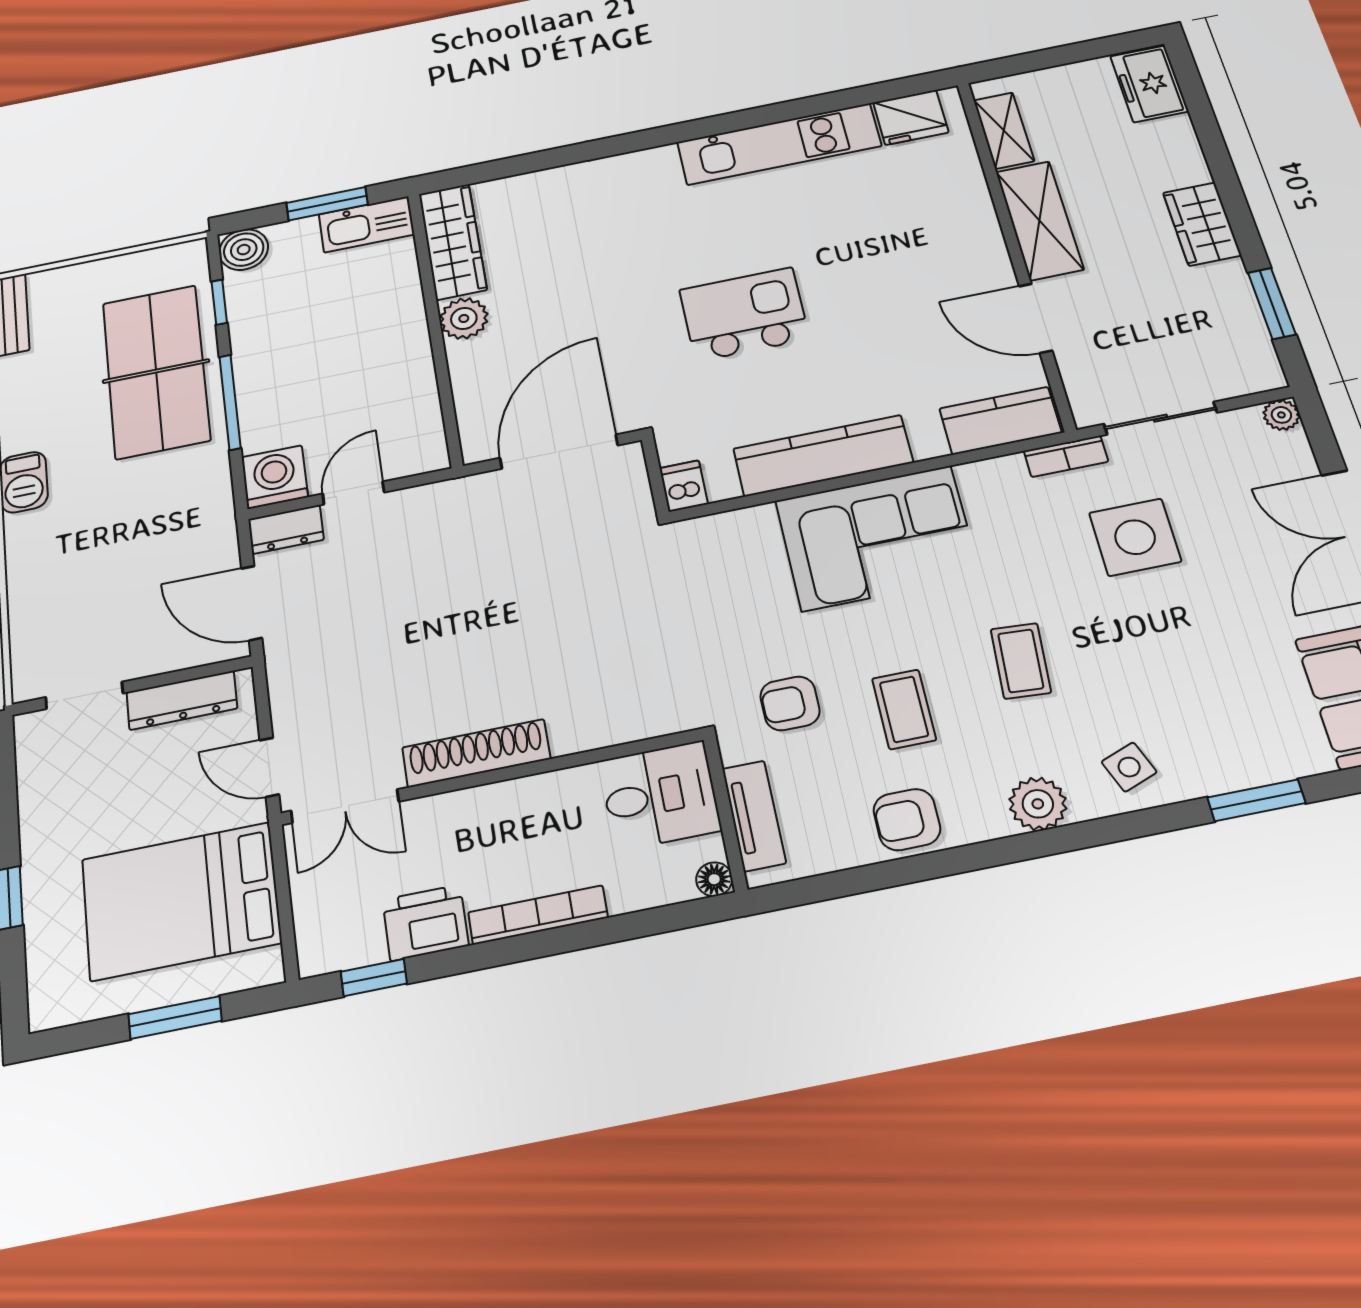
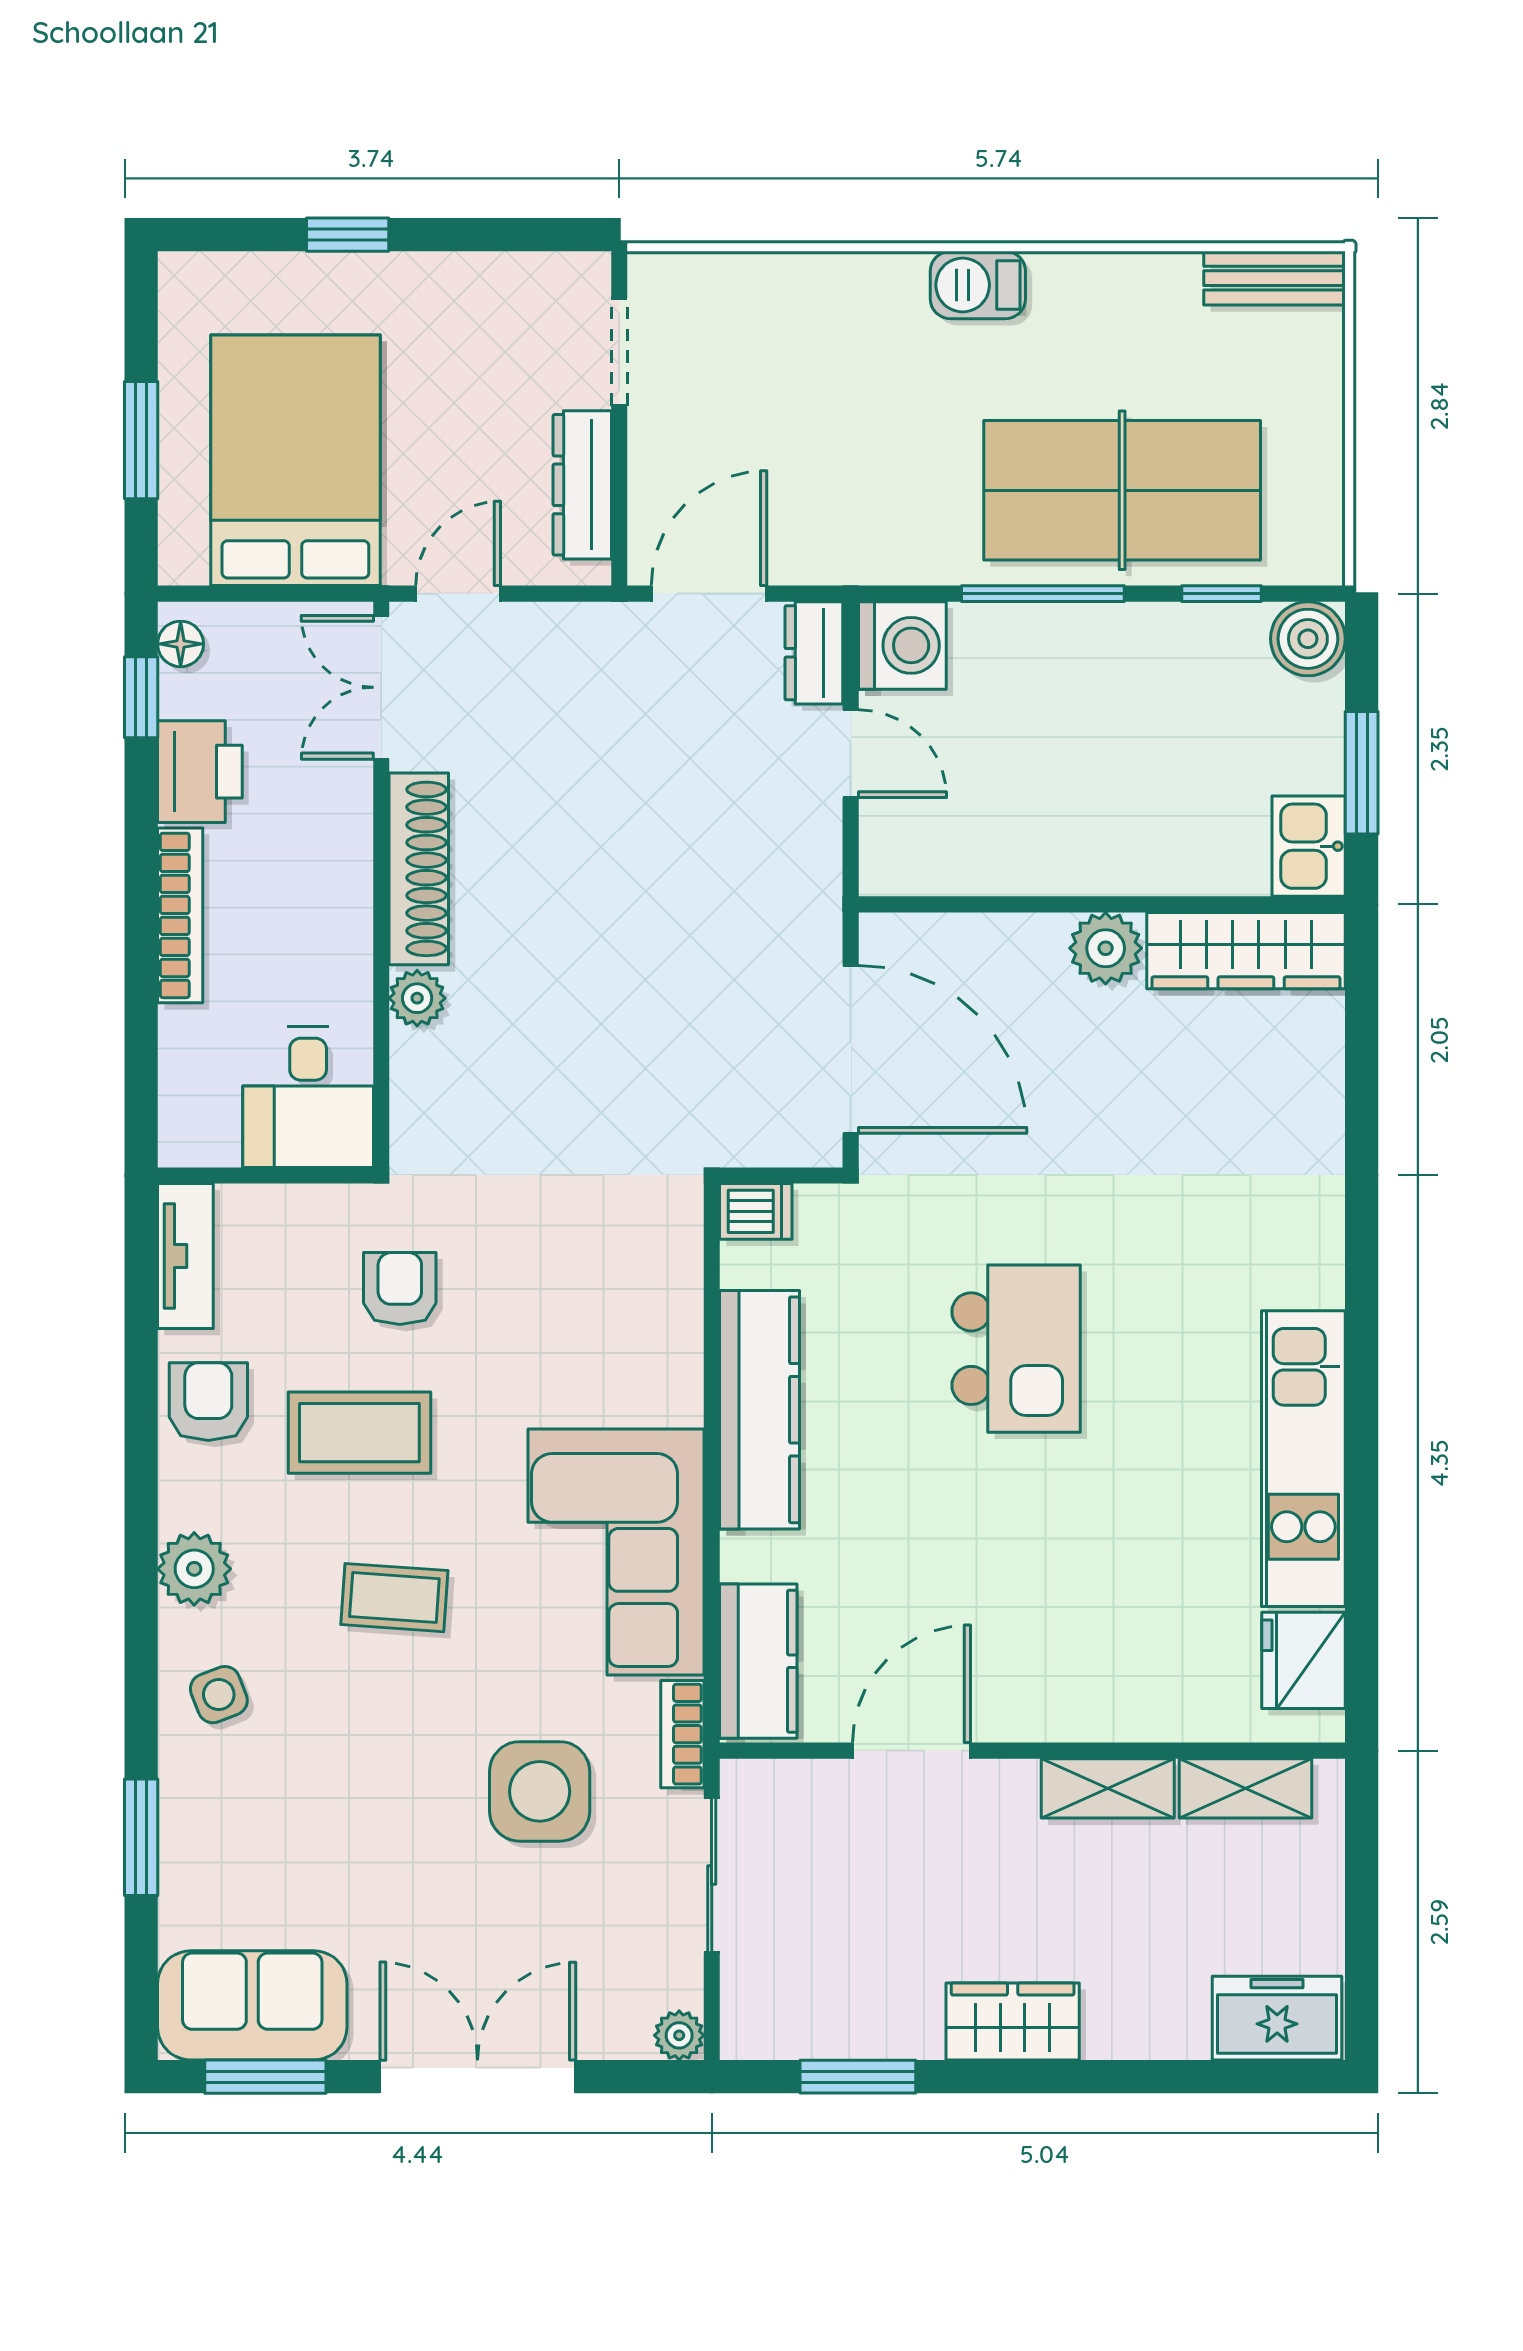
shelving: (1039, 220) -> (1108, 1788), width x0.67, depth x0.75
kitchen sink: (366, 224) -> (1309, 846), width x0.73
corner sofa: (877, 538) -> (616, 1552), moved
coffee table: (904, 709) -> (359, 1433), width x1.36, depth x1.30
plant: (572, 735) -> (417, 998), added
tv unit: (754, 816) -> (185, 1256), moved, turned -90
floor lamp: (714, 879) -> (181, 644), moved

